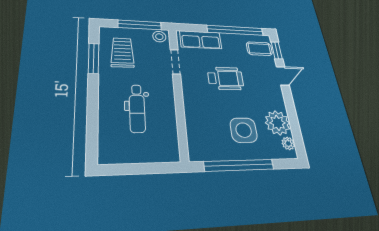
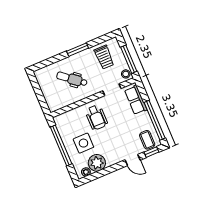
trolley: (122, 52) -> (104, 57), turned 90
window: (94, 58) -> (78, 50), moved
wheelchair: (226, 78) -> (96, 117), moved
dental chair: (137, 108) -> (72, 79), turned 39

